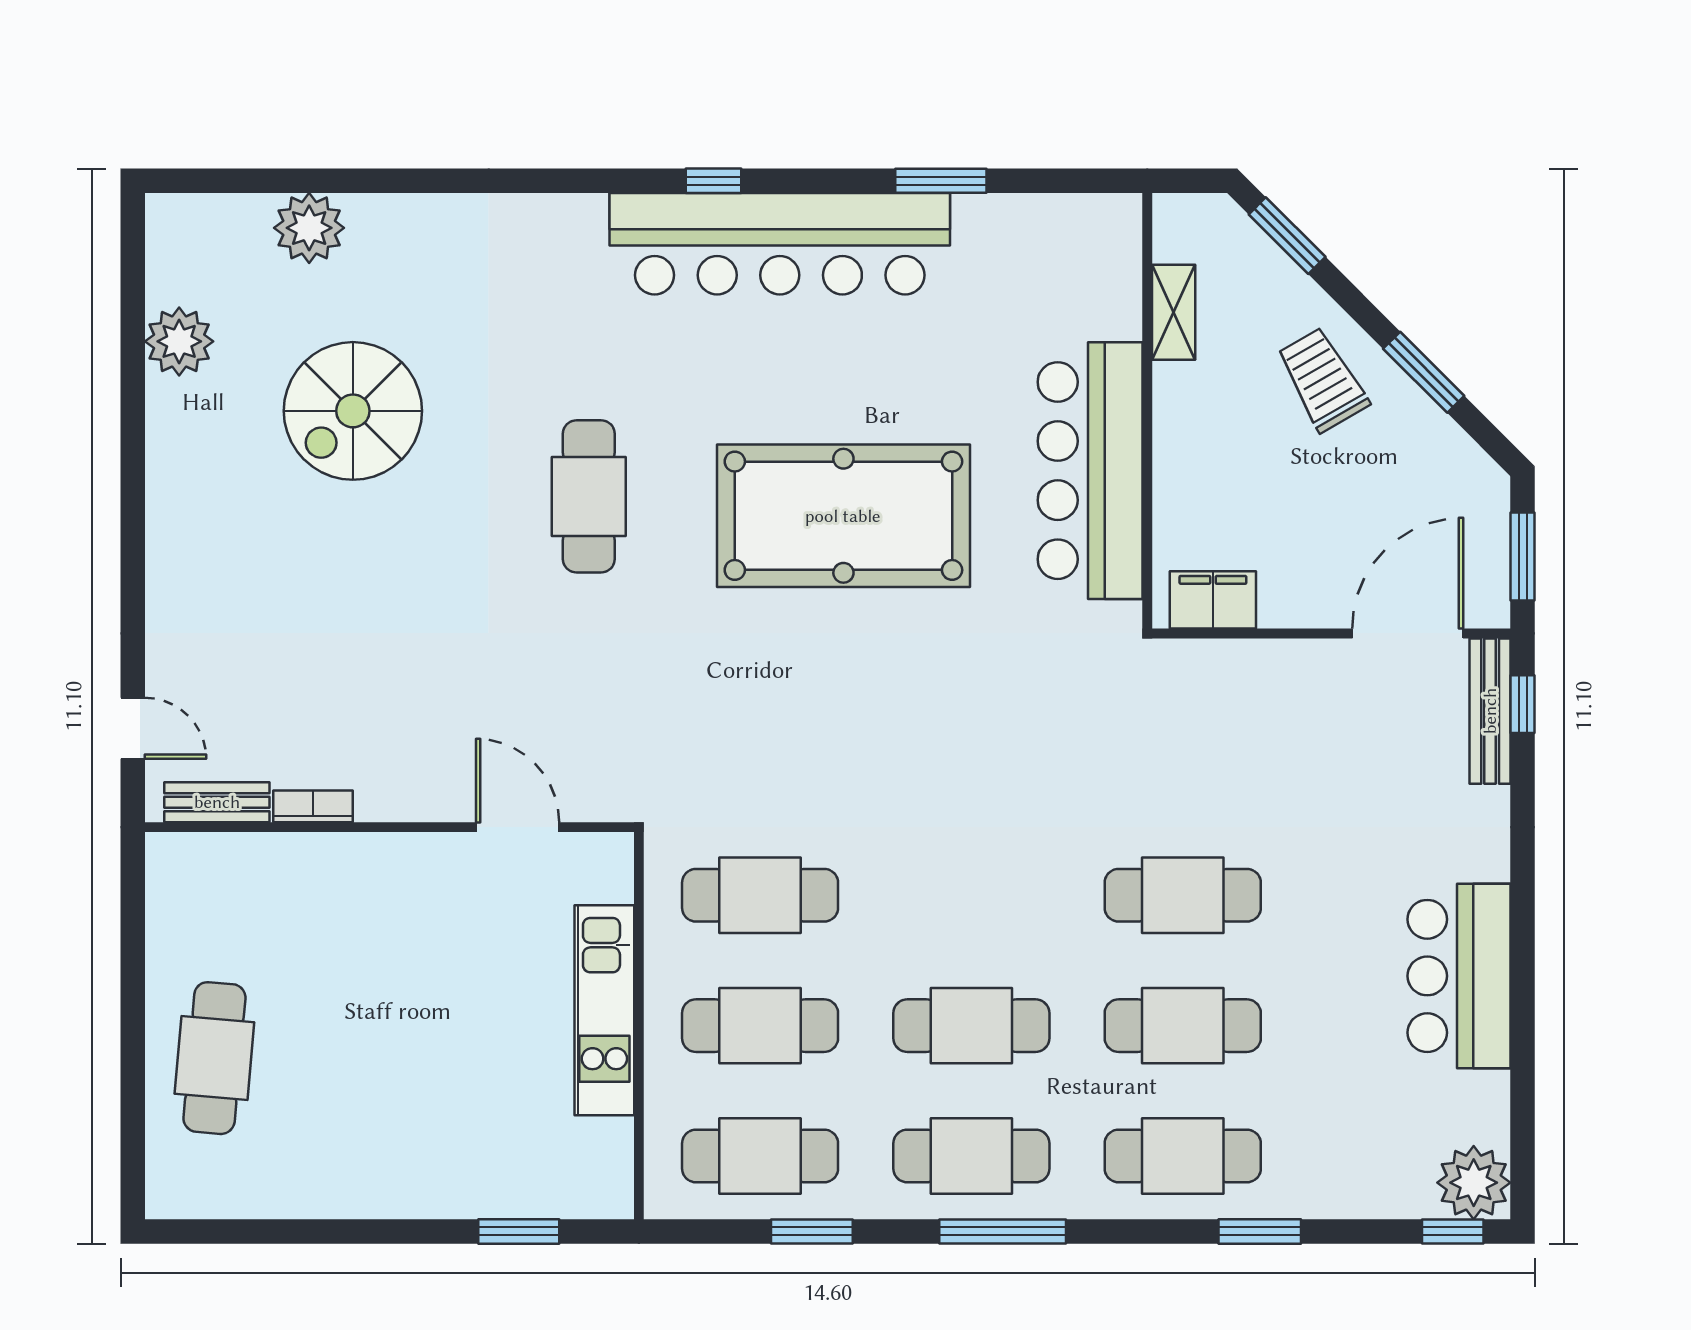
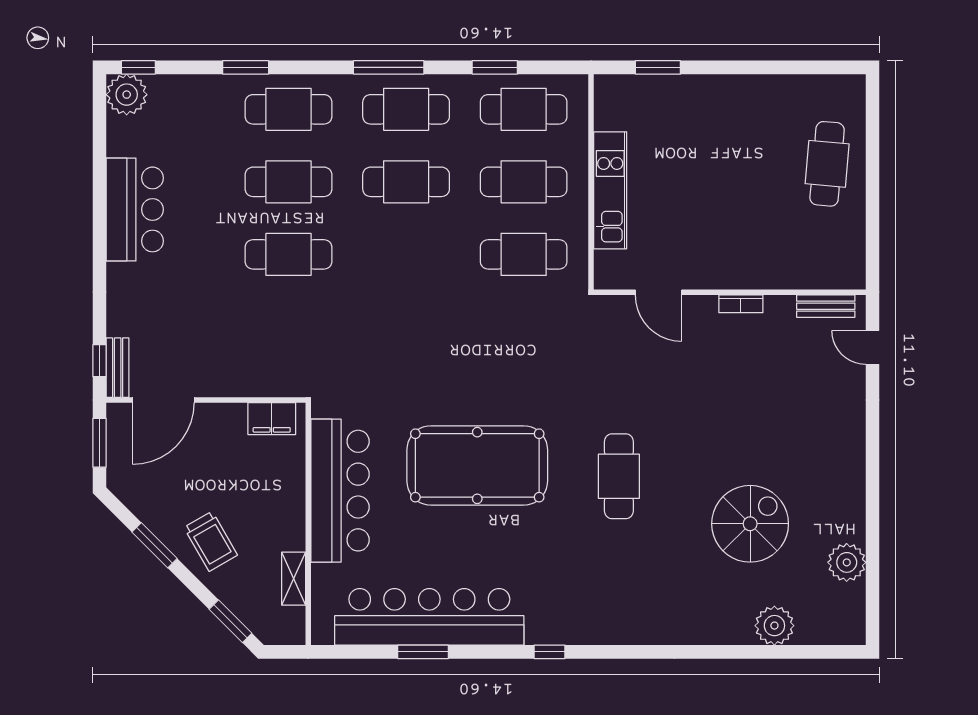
bar counter: (780, 244) -> (429, 617), moved
bench: (1490, 711) -> (118, 368), width x0.73
bookcase: (313, 806) -> (741, 304), moved

